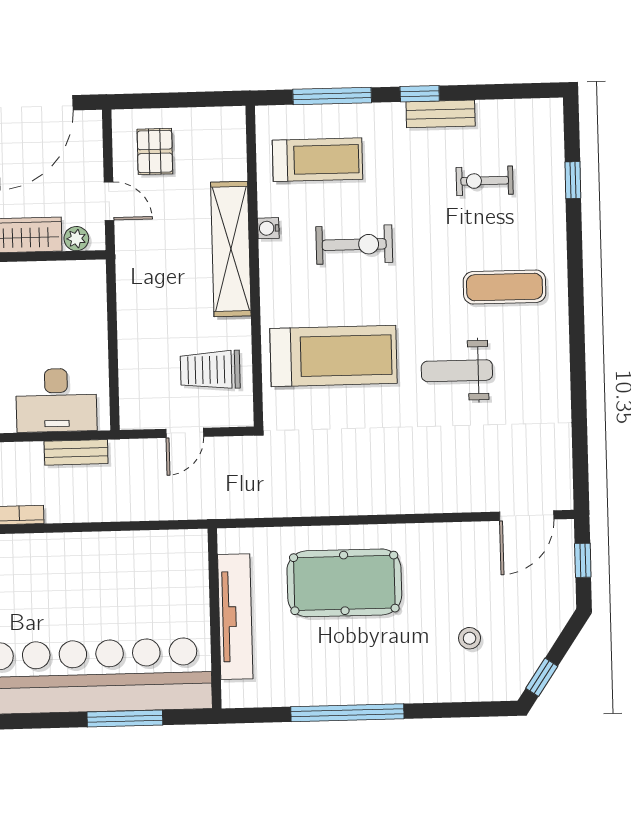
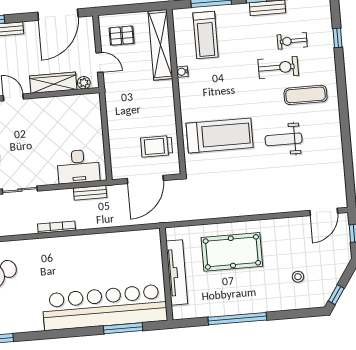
pallet: (155, 151) -> (122, 36), turned 90
treadmill: (317, 160) -> (206, 35), turned 90
exercise bike: (354, 245) -> (278, 67), moved
shelving: (231, 249) -> (160, 45), moved
door: (185, 433) -> (145, 179), width x1.87

